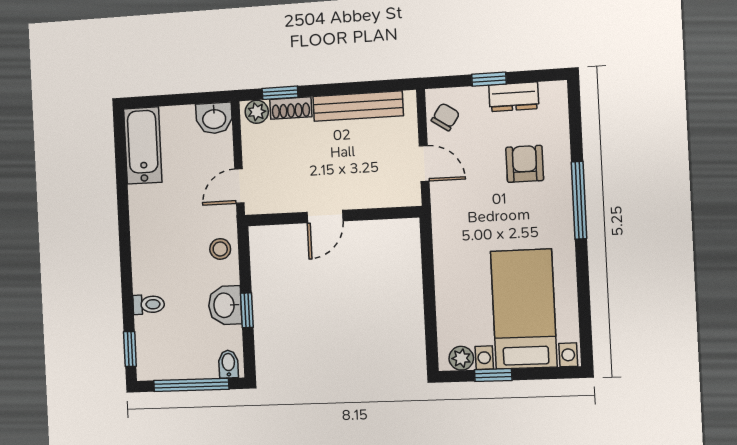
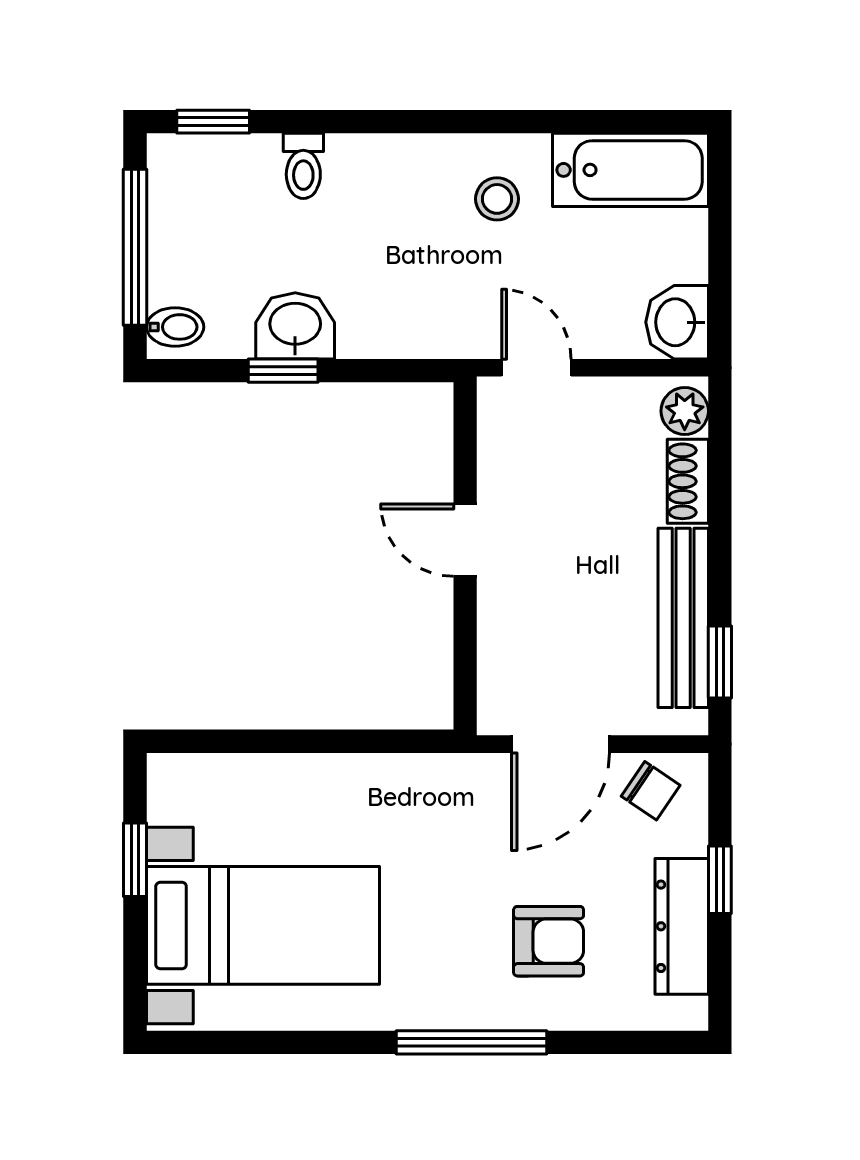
window: (280, 93) -> (720, 662), moved
dresser: (514, 97) -> (682, 926), width x1.44
door: (424, 164) -> (560, 744), width x1.37
stool: (220, 249) -> (497, 199), moved
plant: (461, 358) -> (170, 799), removed

